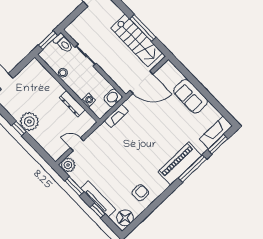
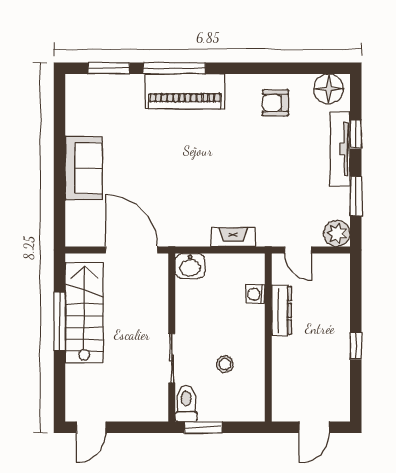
wall: (67, 88) -> (268, 338), moved
washing machine: (88, 100) -> (255, 294), moved
dresser: (72, 104) -> (281, 310), moved
fireplace: (116, 116) -> (233, 237), moved
plant: (29, 122) -> (333, 342), removed
fireplace: (216, 132) -> (96, 87), removed

